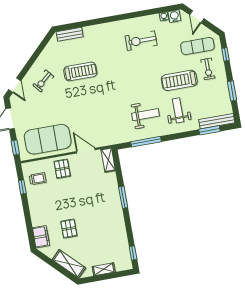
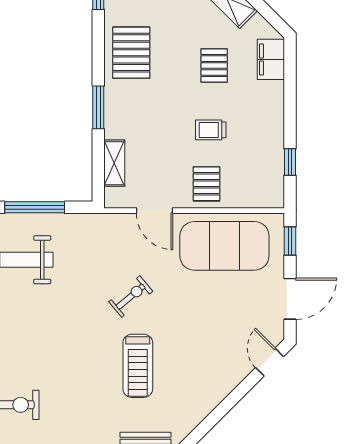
treadmill: (80, 71) -> (138, 366), turned -90
exercise bike: (43, 81) -> (131, 297), moved
shelving: (108, 160) -> (114, 163), moved
trolley: (38, 179) -> (211, 130), moved
pallet: (111, 228) -> (131, 53), added

